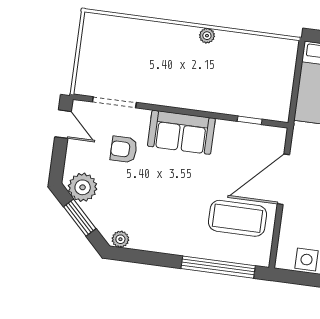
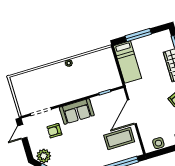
door: (63, 124) -> (22, 132), swing flipped

